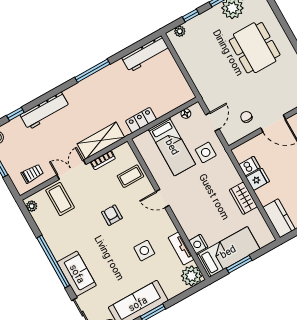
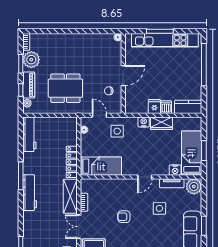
piano: (202, 22) -> (29, 85), added
dining table: (255, 48) -> (65, 88), moved
workbench: (45, 111) -> (30, 193), moved
locker: (141, 120) -> (72, 162), width x1.53
bed: (172, 147) -> (101, 166), moved
dishwasher: (250, 166) -> (166, 107), moved
coffee table: (130, 176) -> (105, 190), removed
nightstand: (233, 177) -> (144, 122), added
door: (162, 199) -> (145, 177), moved

